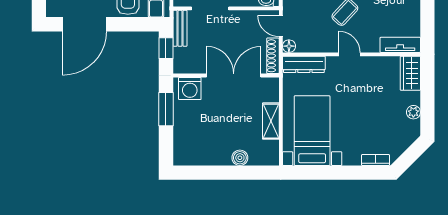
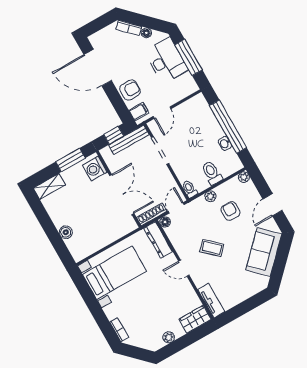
bench: (180, 28) -> (129, 140), width x1.36
door: (349, 54) -> (184, 268), swing flipped
shelving: (271, 121) -> (49, 186), moved

